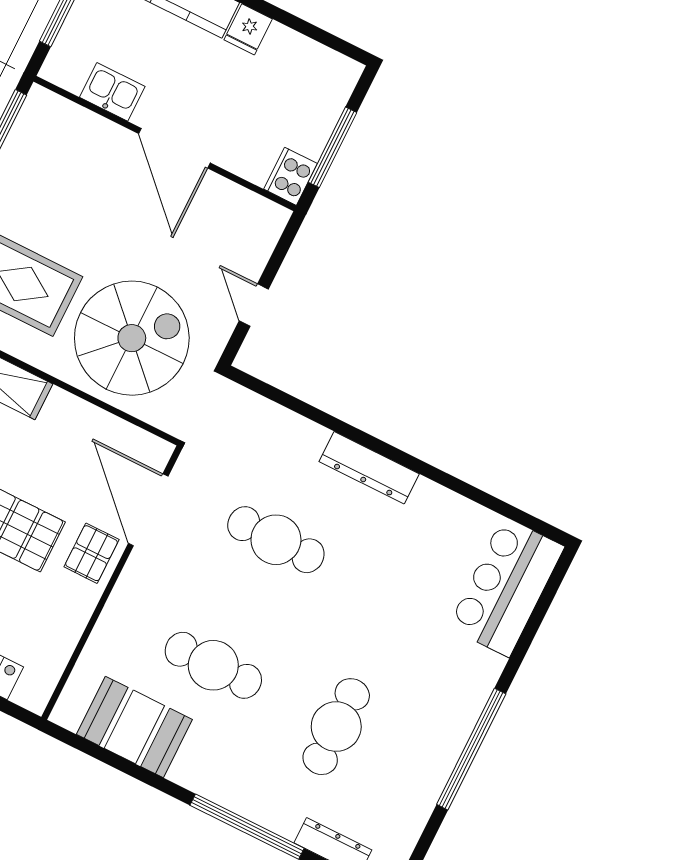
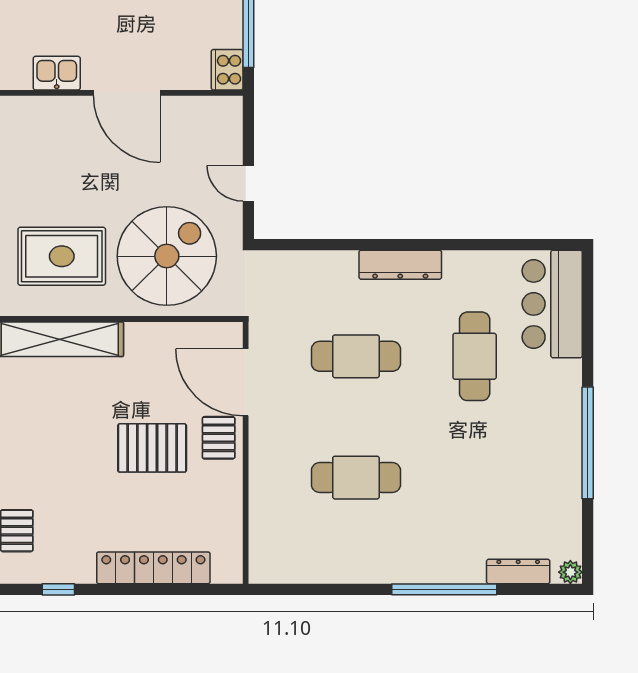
booth: (134, 727) -> (319, 556), removed
cafe table: (336, 727) -> (475, 356), moved

